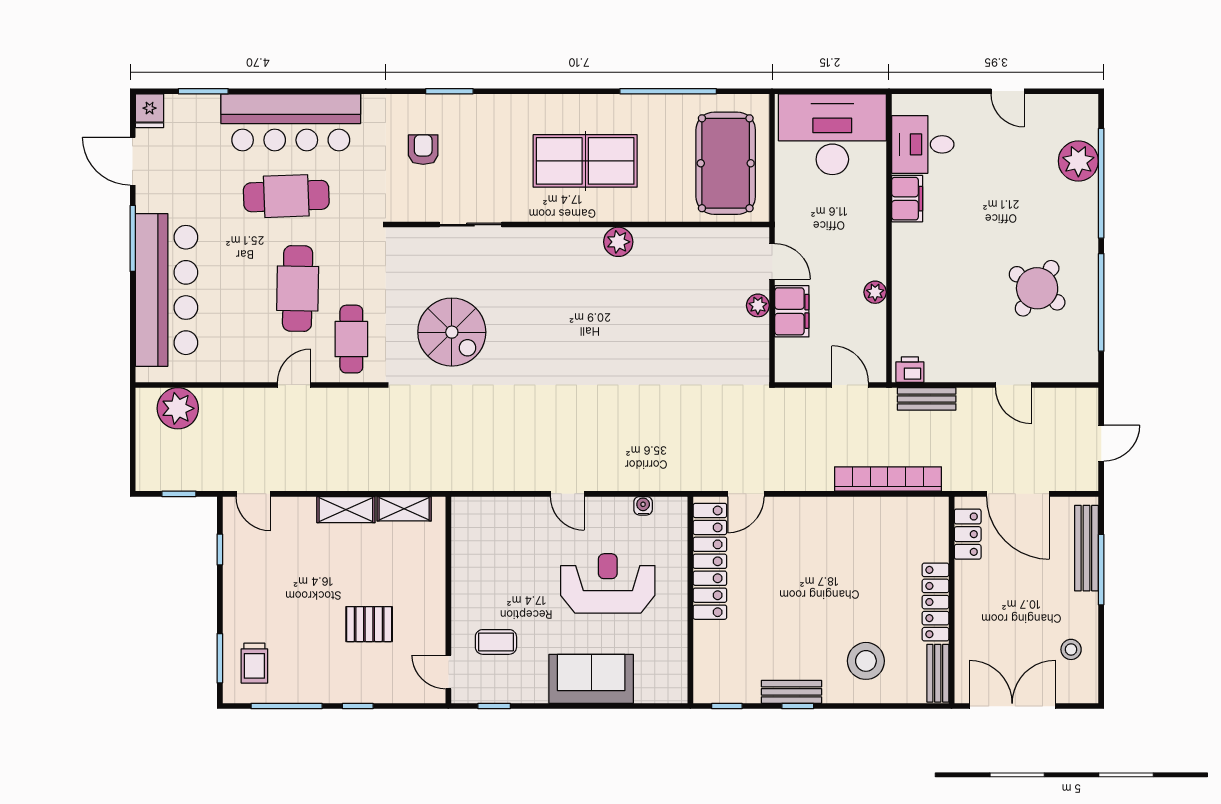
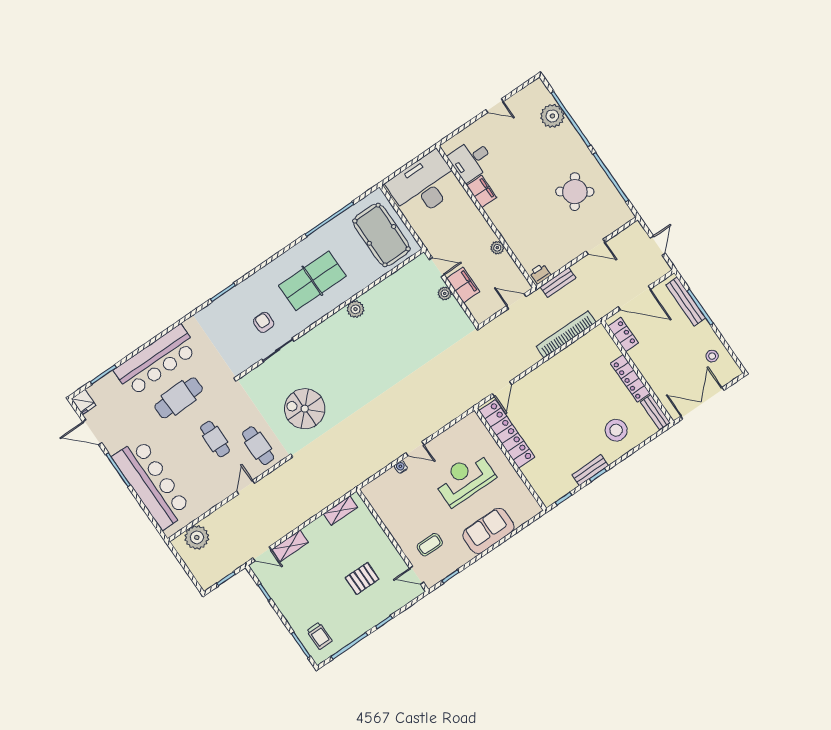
armchair: (423, 150) -> (264, 322), moved
cafe table: (298, 288) -> (215, 439), width x0.73, depth x0.74
spiral stairs: (452, 332) -> (305, 409), turned 180
water cooler: (643, 506) -> (401, 467), moved
shelving: (346, 510) -> (290, 546), moved

